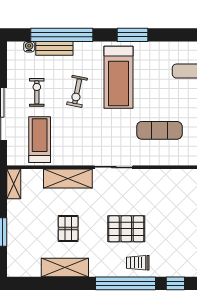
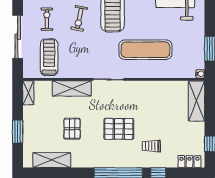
exercise mat: (159, 130) -> (145, 50), width x1.36, depth x1.45
trolley: (138, 263) -> (151, 146), moved
shelving: (65, 268) -> (52, 160), moved

